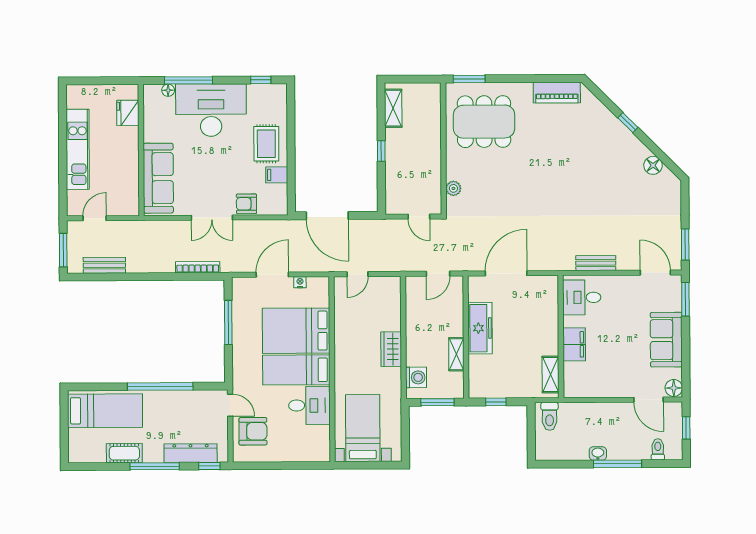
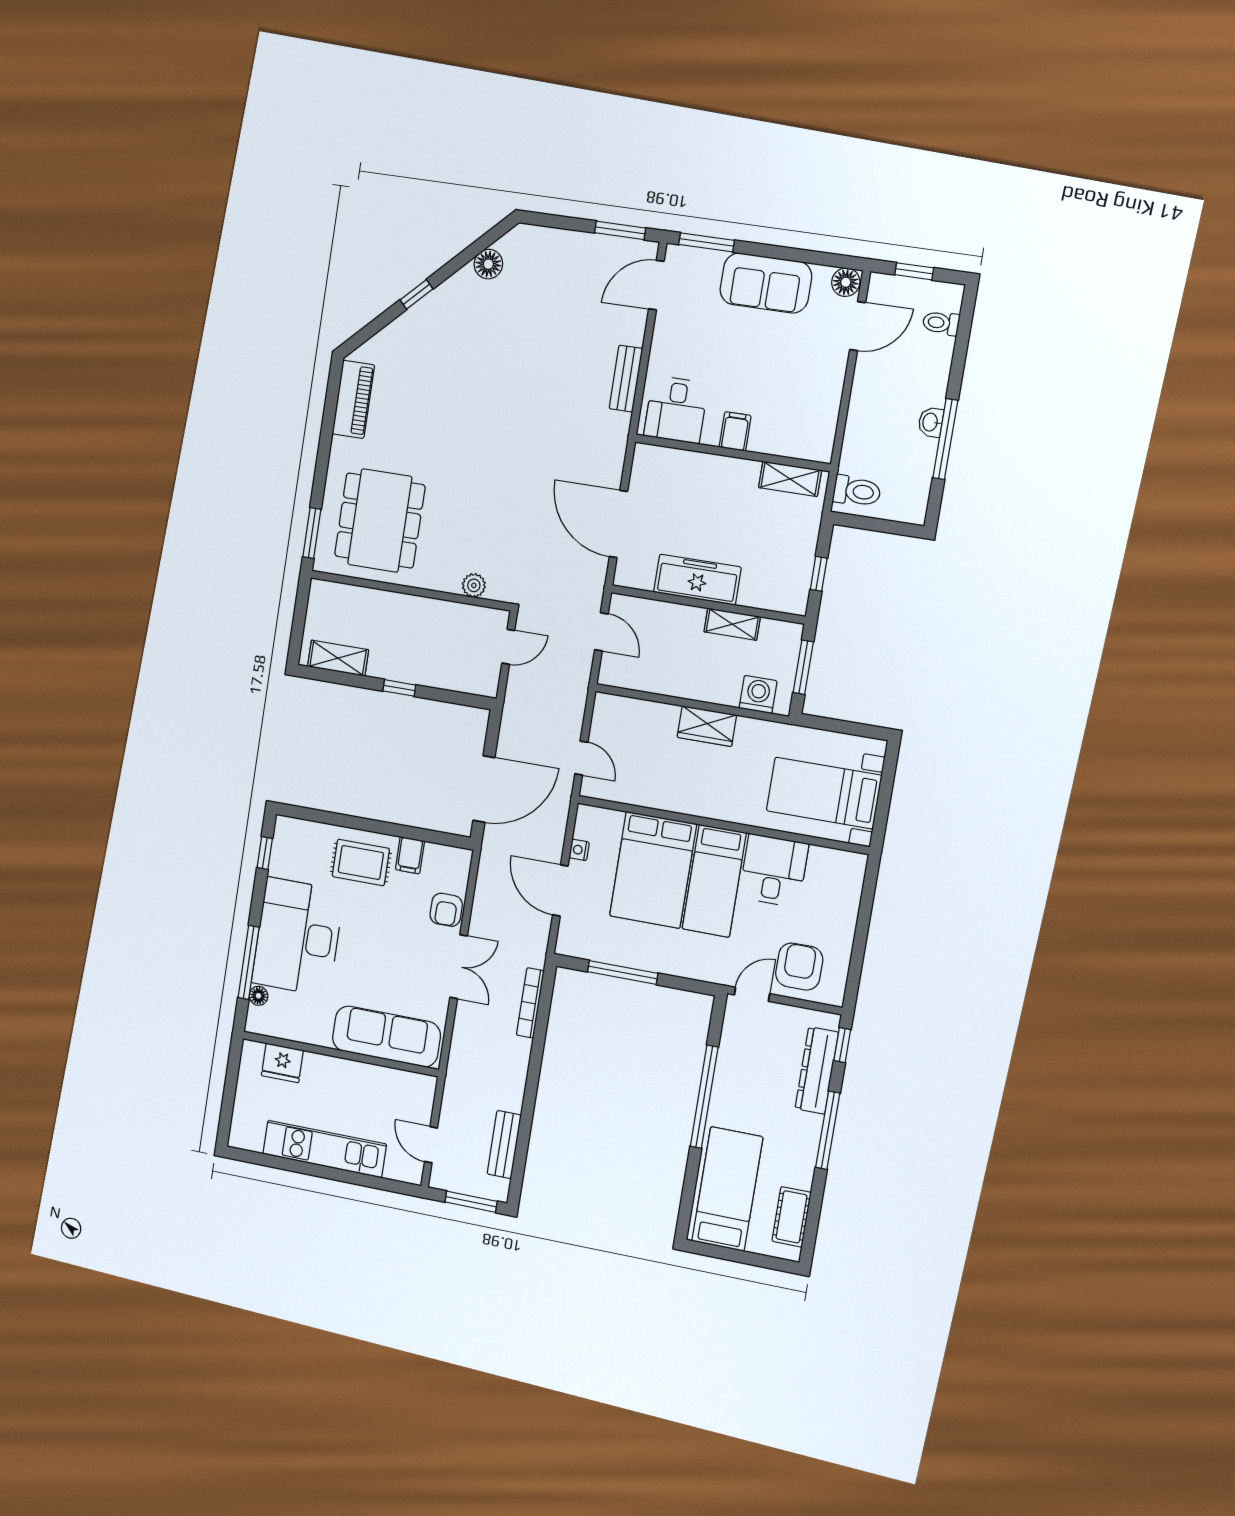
filing cabinet: (574, 344) -> (735, 431), width x0.50
cot: (124, 453) -> (792, 1217), moved
window: (617, 464) -> (945, 439), moved

